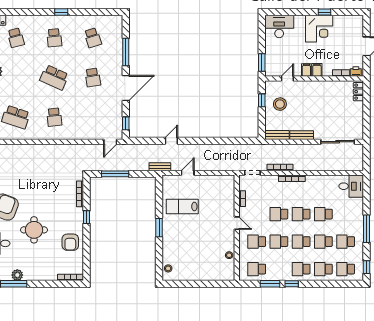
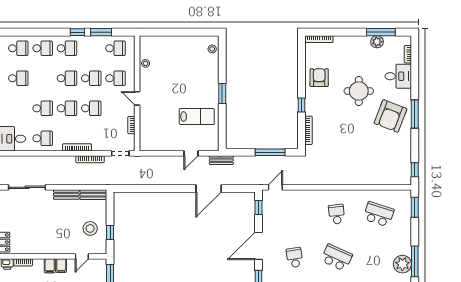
door: (171, 141) -> (209, 188), width x1.88
school desk: (323, 242) -> (43, 138), moved

